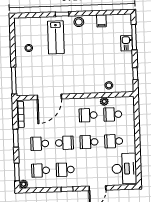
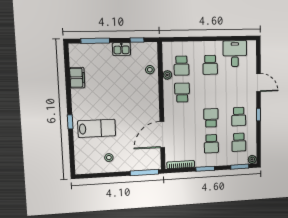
filing cabinet: (101, 21) -> (77, 78), width x2.00
stool: (79, 22) -> (79, 103), removed
kitchen sink: (127, 43) -> (121, 49), moved
door: (49, 97) -> (162, 134), swing flipped
school desk: (88, 115) -> (182, 93), turned 180
school desk: (89, 142) -> (211, 92), removed
desk: (124, 169) -> (235, 54), width x0.73

